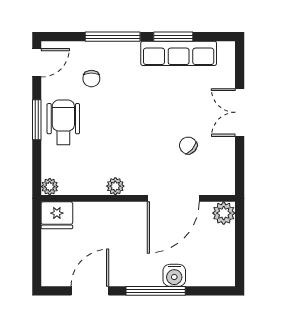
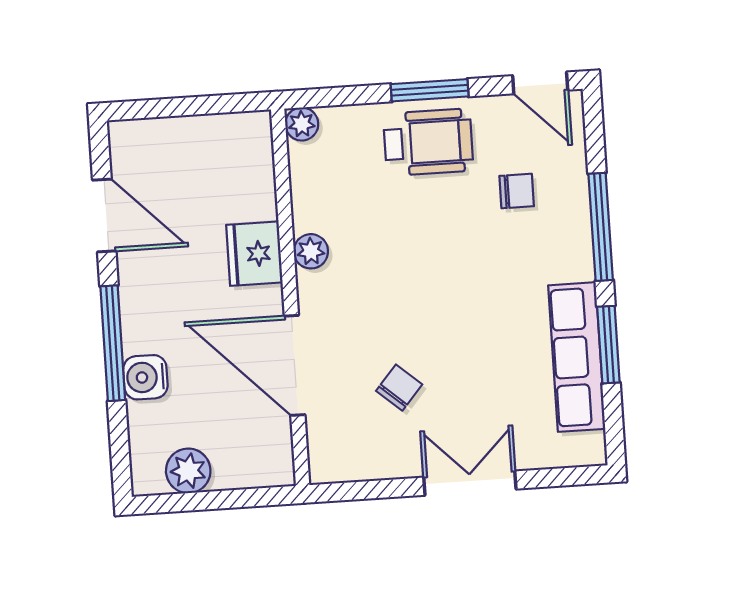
chair: (91, 79) -> (517, 191), turned 180
plant: (224, 213) -> (188, 471), moved
fridge: (57, 215) -> (254, 254), moved

